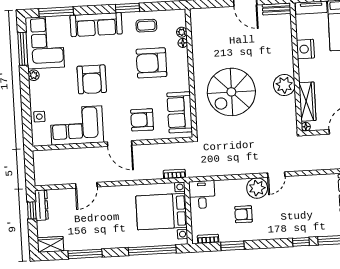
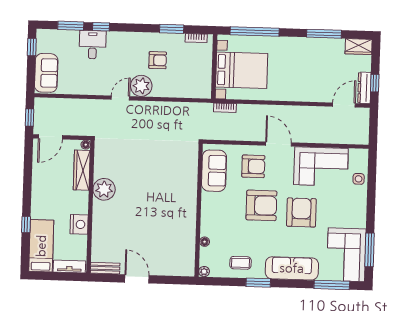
plant: (182, 32) -> (204, 272), moved
armchair: (151, 63) -> (261, 205), moved
plant: (34, 75) -> (361, 222), removed
spiral stairs: (231, 92) -> (159, 187), removed
door: (86, 185) -> (344, 105), moved
desk: (202, 195) -> (93, 45), moved, turned 180

